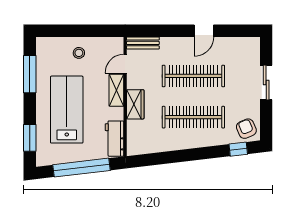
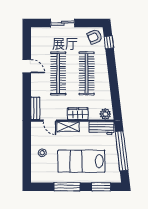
window: (30, 74) -> (67, 187), moved
plant: (135, 144) -> (105, 114), added

